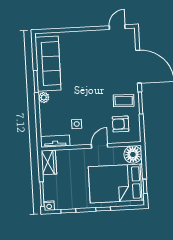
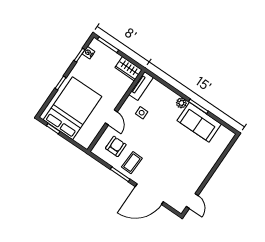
sofa: (48, 64) -> (199, 122), width x0.73
floor lamp: (133, 154) -> (85, 138), removed
nightstand: (49, 206) -> (89, 53), moved

